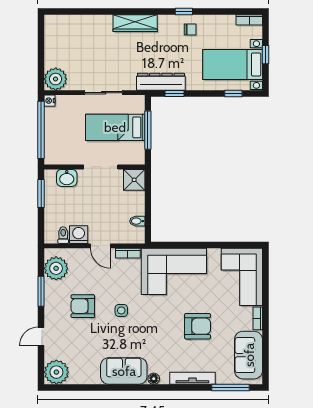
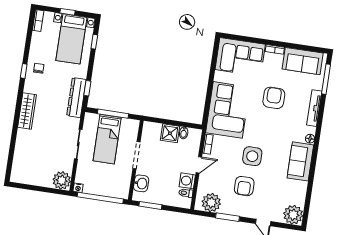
shower: (134, 180) -> (170, 133), moved
side table: (121, 310) -> (252, 156), width x1.87, depth x1.87

